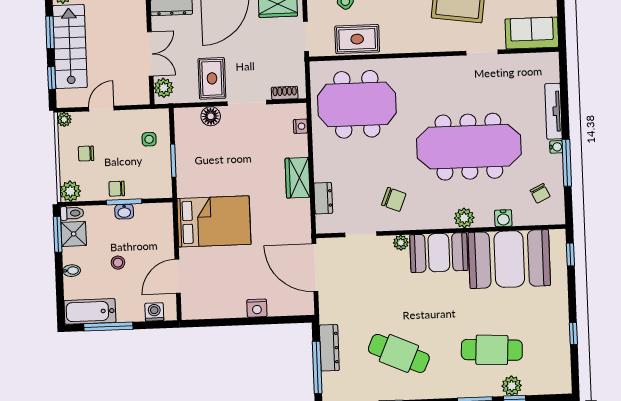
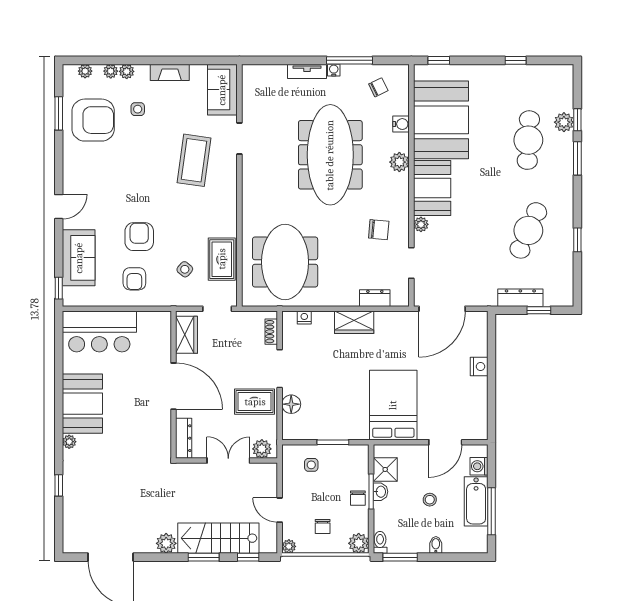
tv unit: (554, 111) -> (307, 71), width x0.71
chair: (394, 199) -> (379, 230), turned 73
shower: (74, 234) -> (385, 469), moved
door: (178, 276) -> (445, 442), hinge flipped
bathtub: (90, 311) -> (476, 501), moved
window: (317, 367) -> (539, 310), width x0.46

